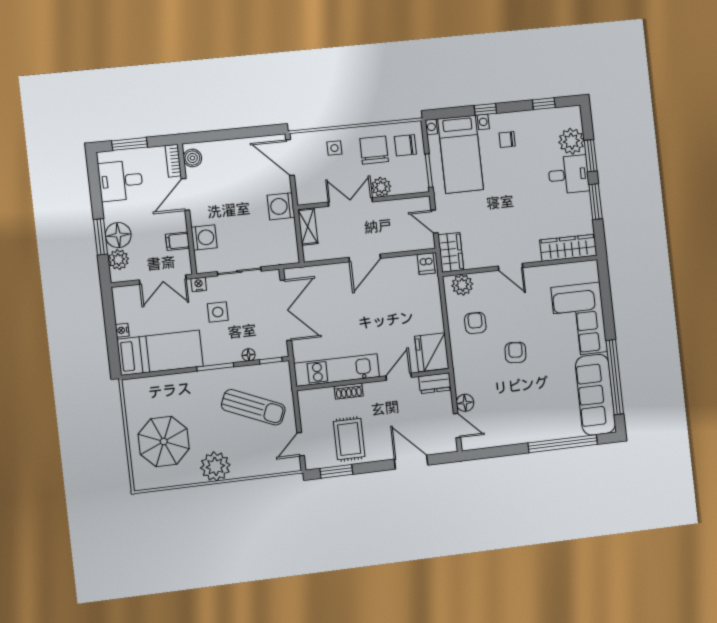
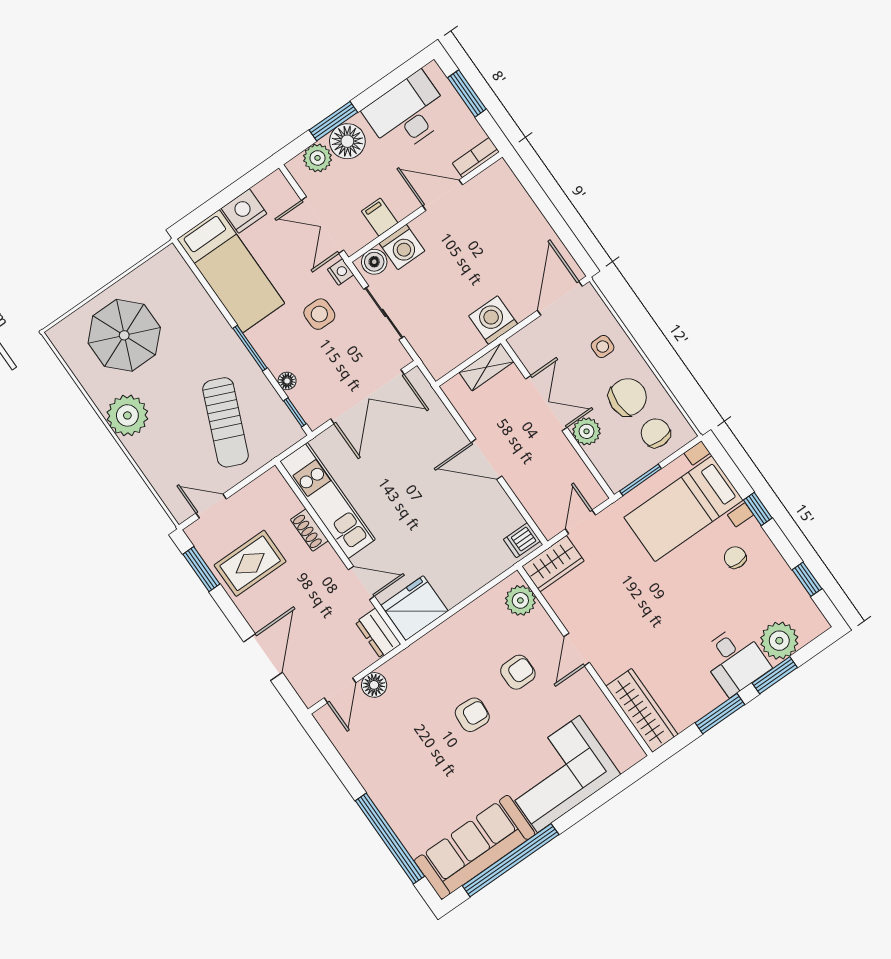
boiler: (192, 158) -> (374, 262), moved
desk: (121, 181) -> (407, 113), width x1.37
armchair: (475, 323) -> (518, 672), moved
nightstand: (122, 330) -> (244, 211), width x1.89, depth x1.79

